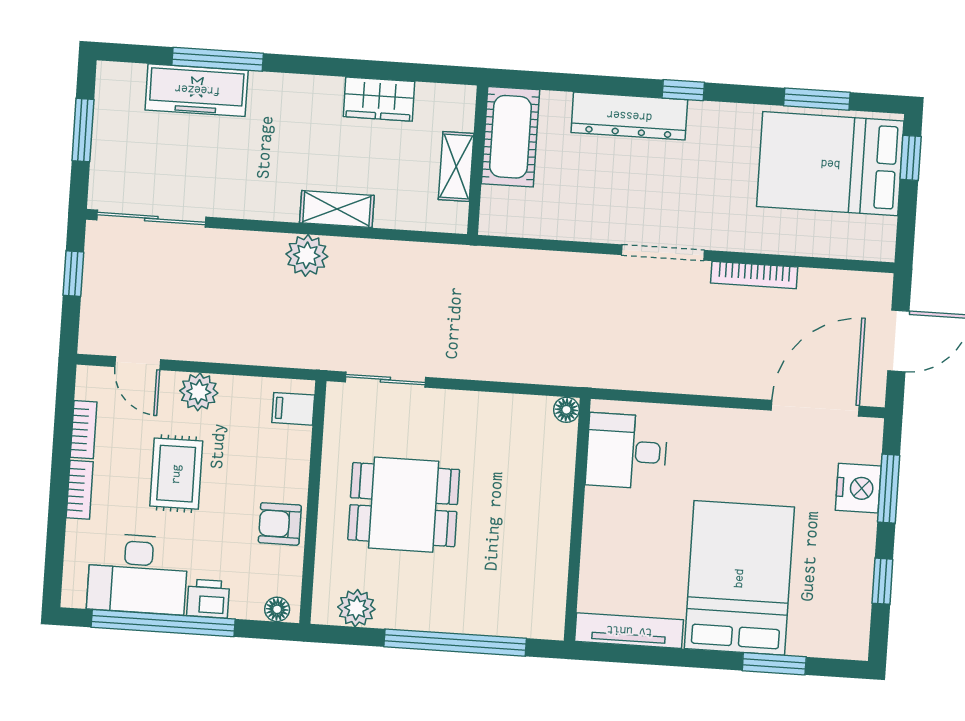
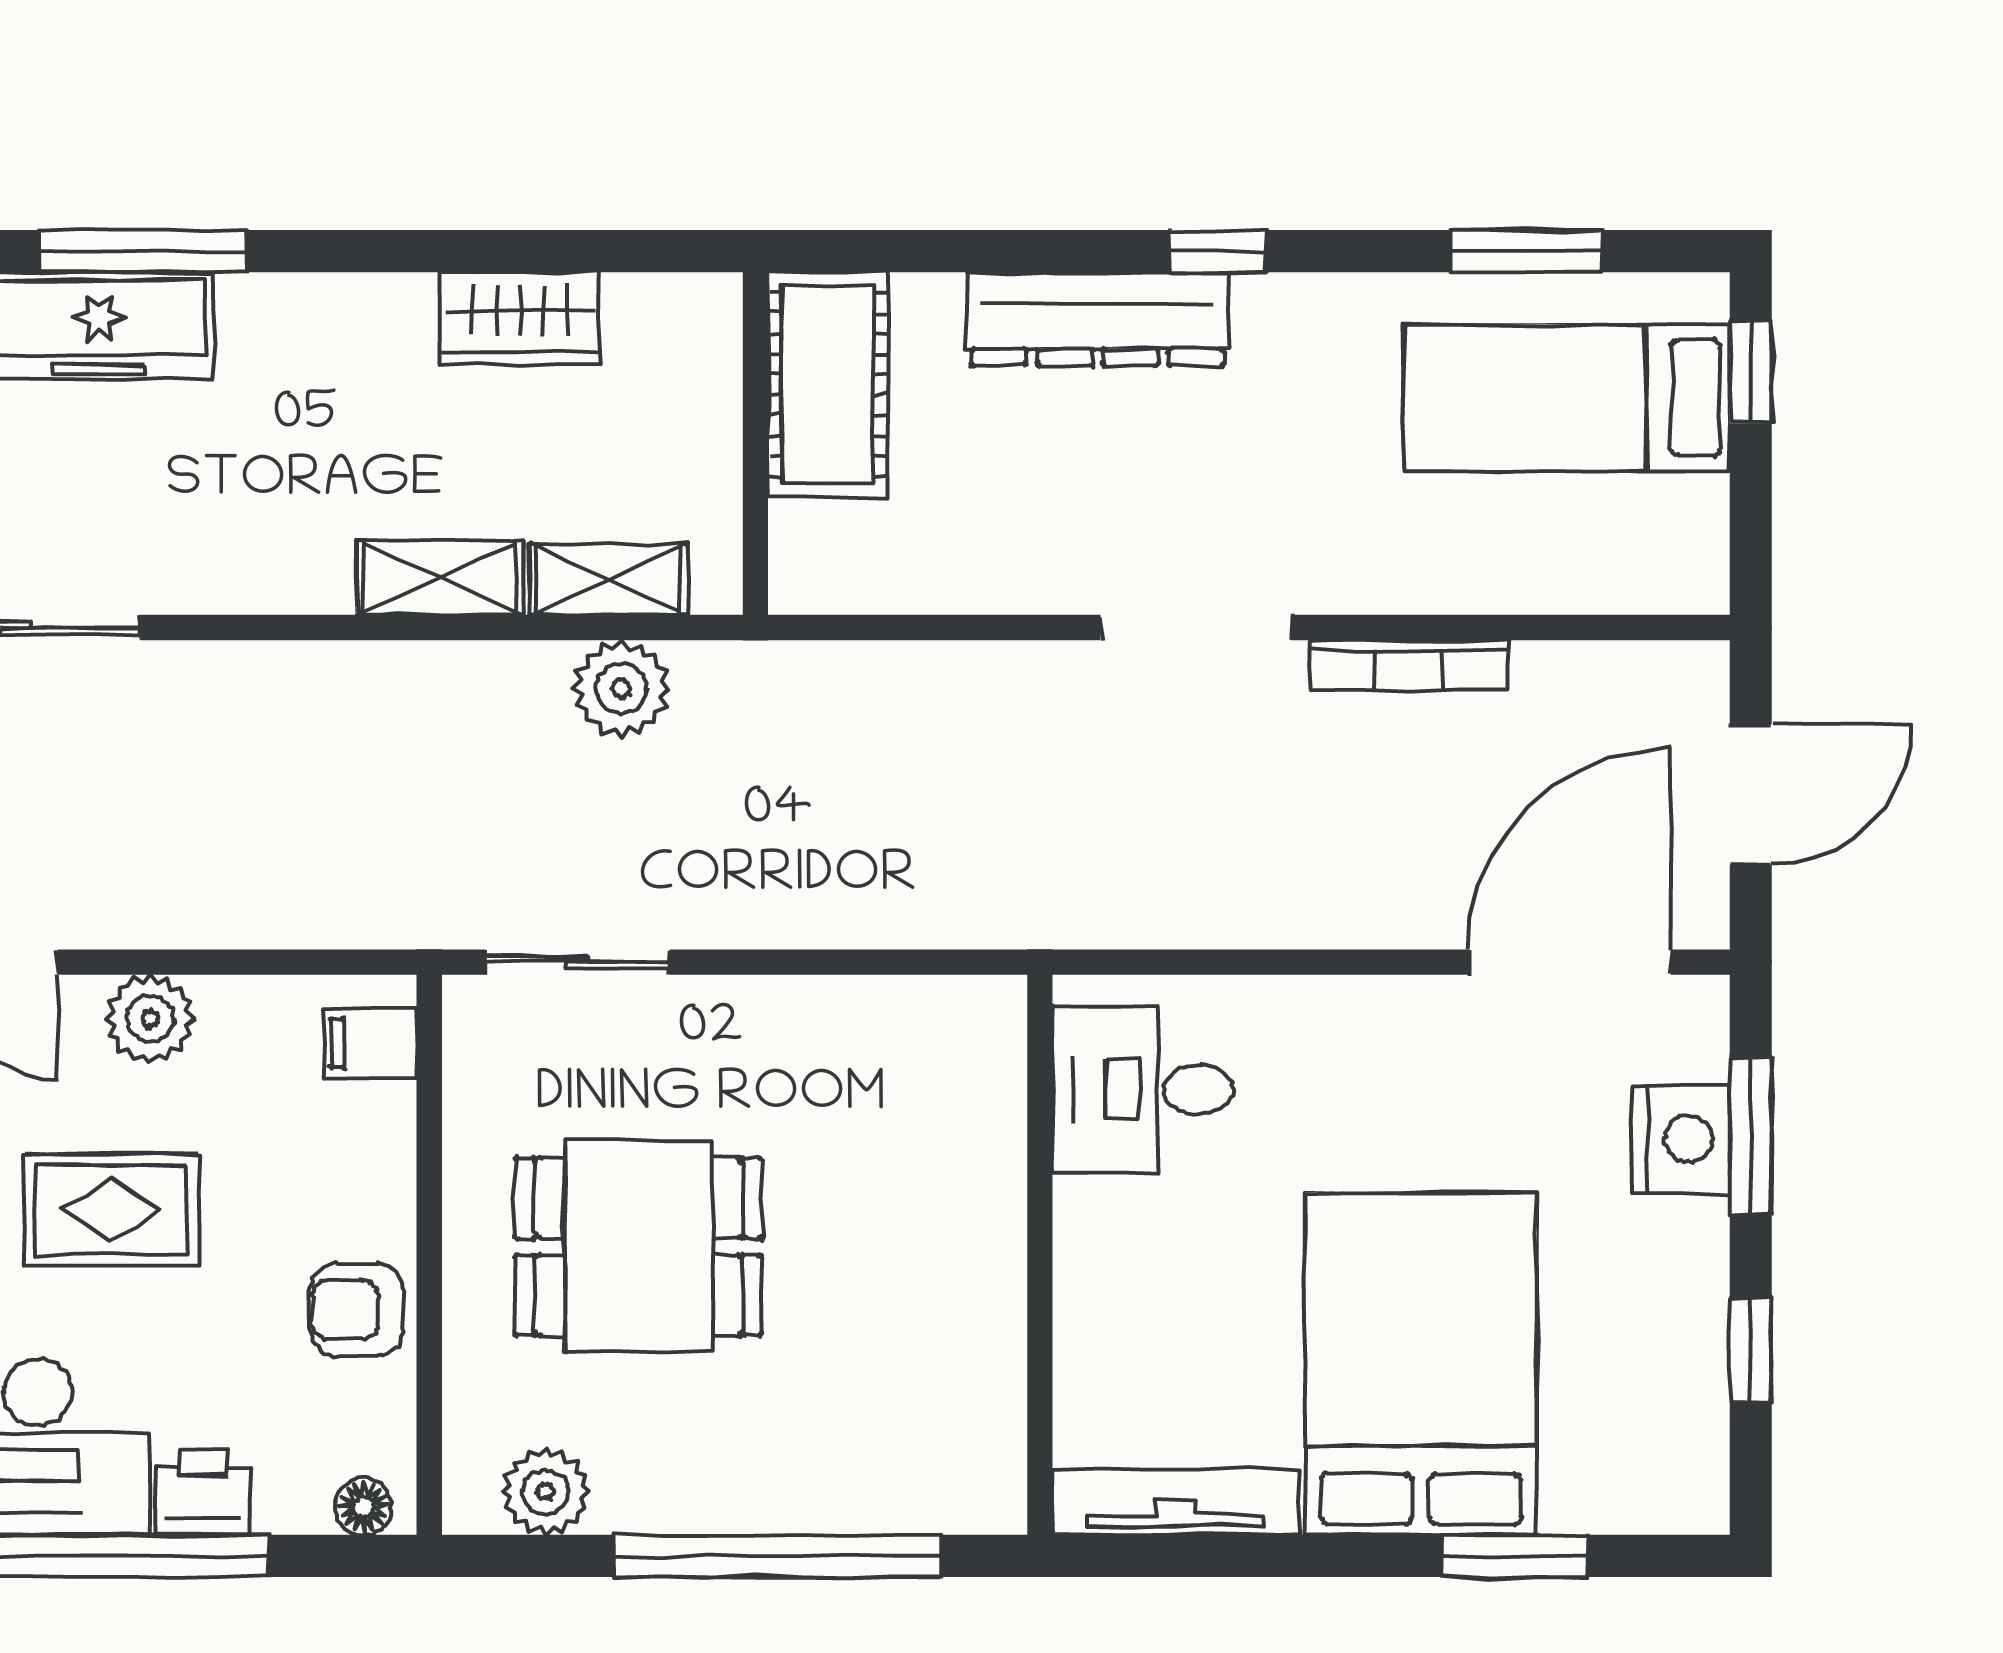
bed: (830, 164) -> (1567, 398), width x0.67
shelving: (456, 167) -> (609, 579), moved, turned 90
plant: (307, 255) -> (621, 688), moved
floor lamp: (566, 410) -> (998, 1004), removed
rug: (176, 474) -> (111, 1210), turned 90

